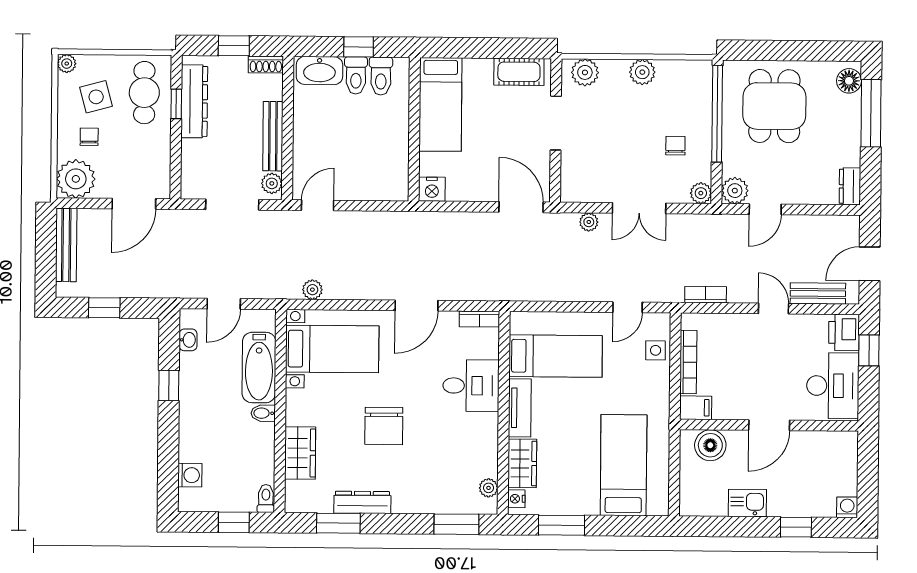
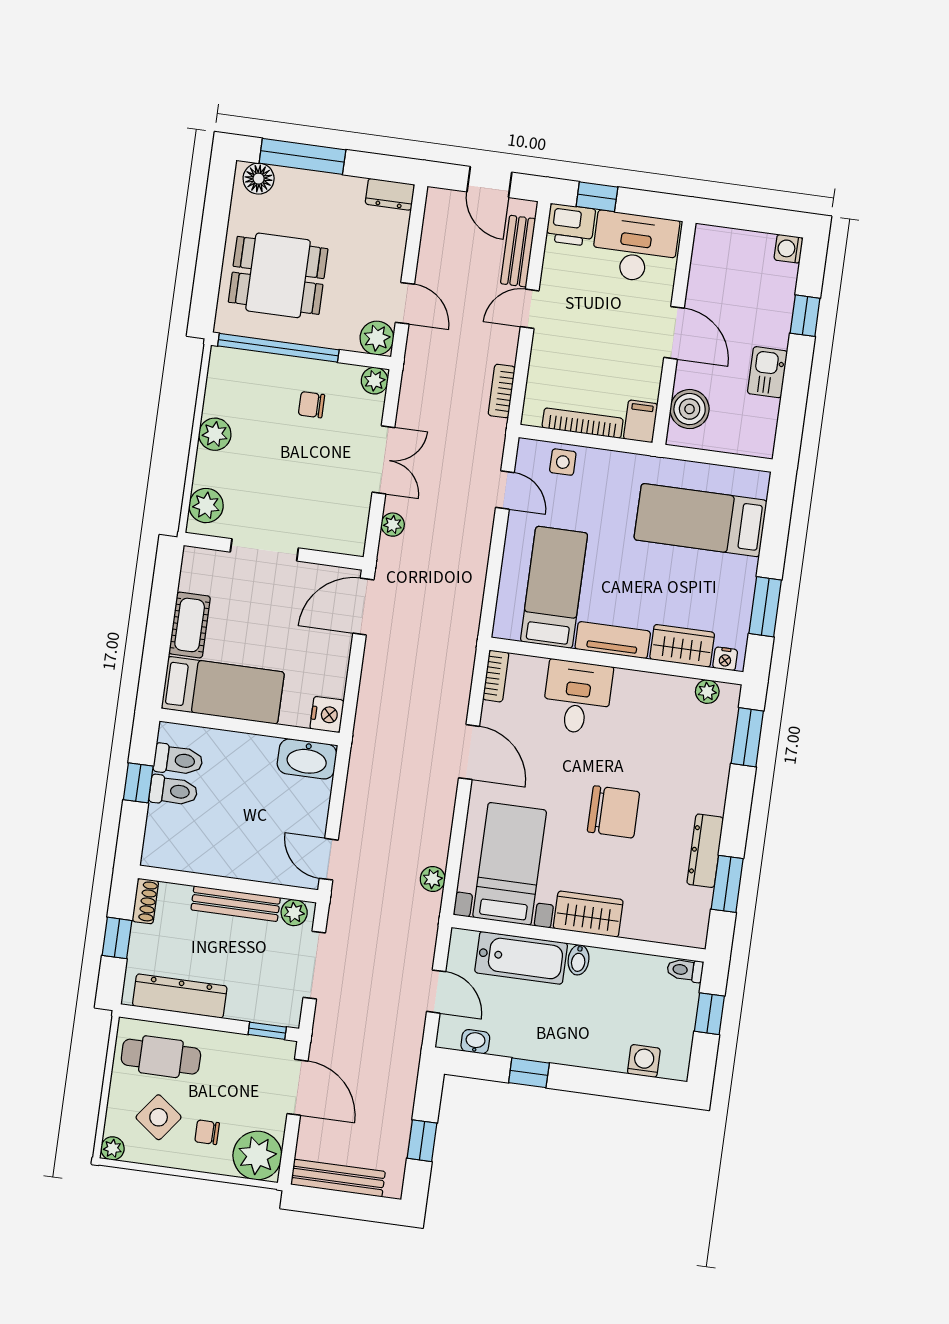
washbasin: (319, 71) -> (307, 759), moved, turned 90
cot: (519, 72) -> (190, 625), moved
side table: (96, 97) -> (159, 1117), turned -38
window: (176, 104) -> (267, 1031), moved
wardrobe: (300, 453) -> (588, 914), moved

